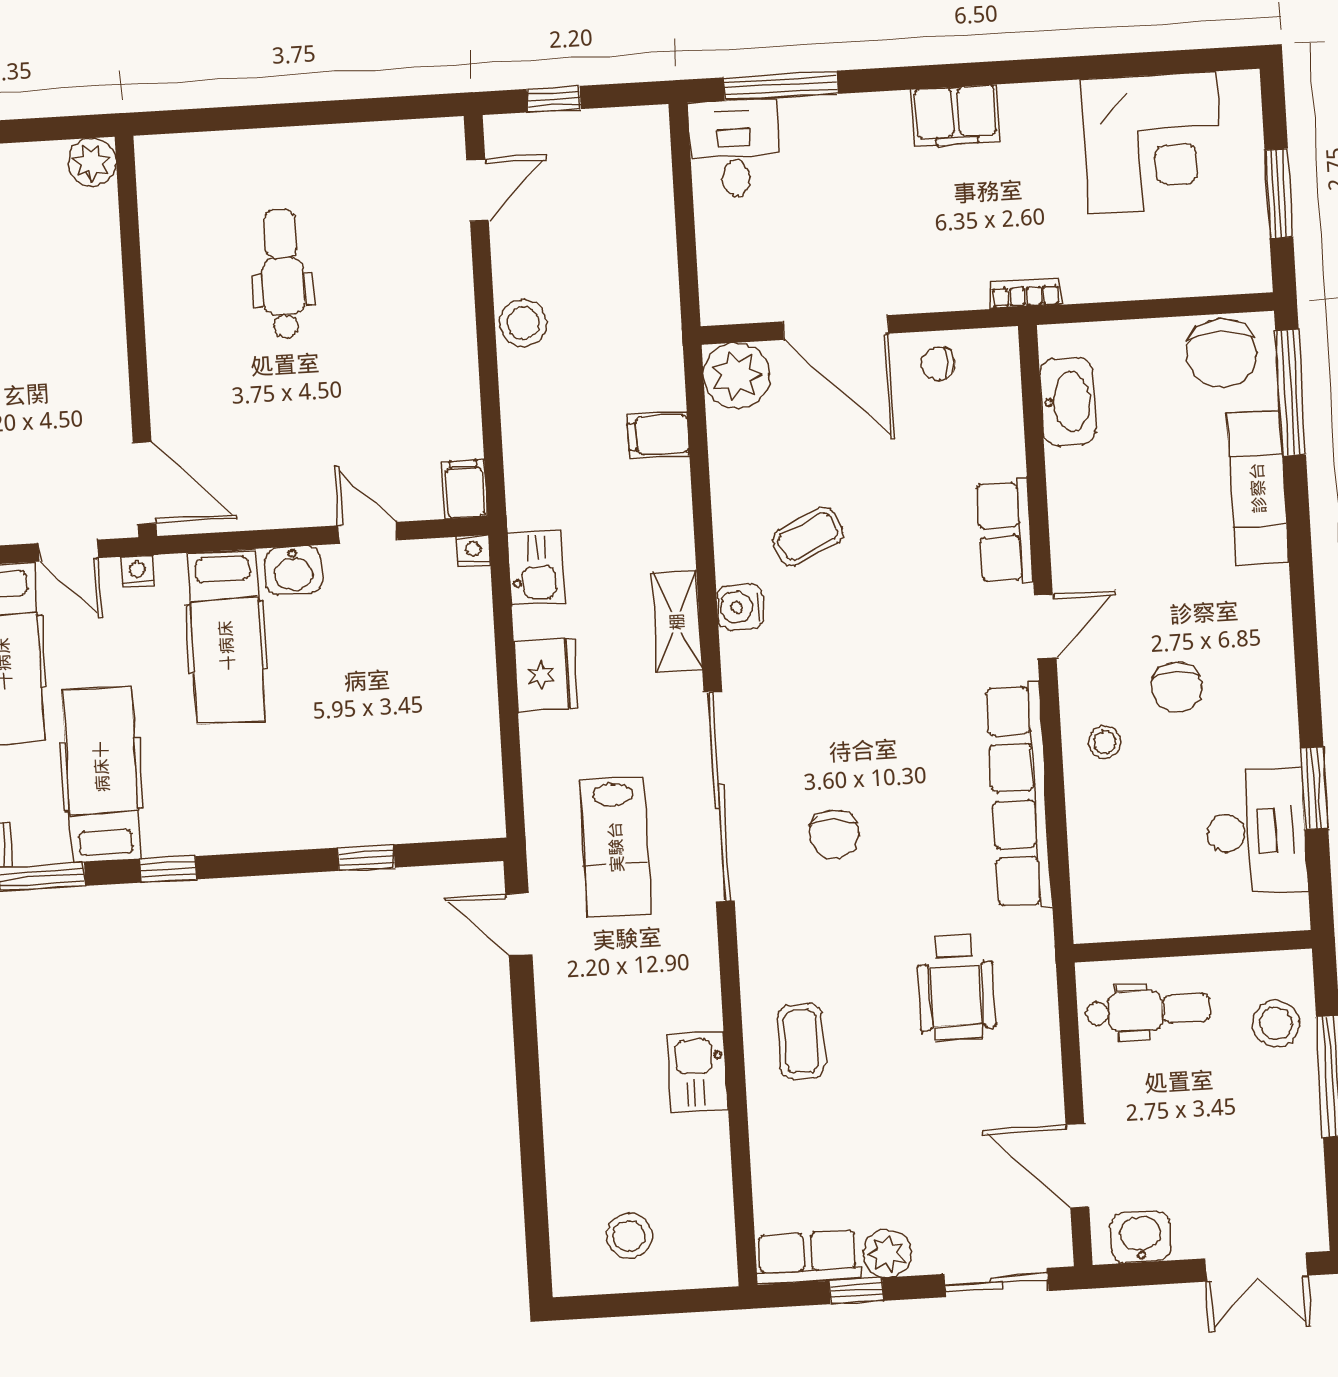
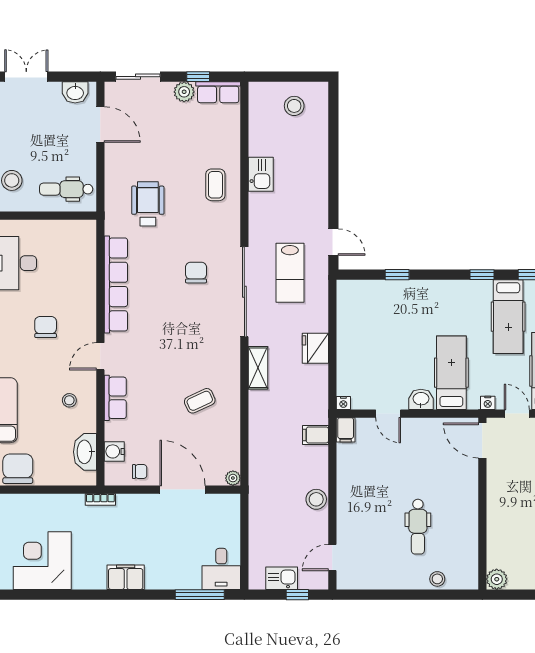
stool: (230, 155) -> (437, 579), added
plant: (736, 376) -> (233, 478), width x0.53, depth x0.53
filing cabinet: (658, 435) -> (316, 435), moved, turned 180
kitchen sink: (536, 568) -> (282, 578), moved, turned 90
water cooler: (740, 607) -> (114, 451), moved, turned 180
stool: (1105, 742) -> (69, 400), moved
lab bench: (616, 847) -> (290, 273), turned 180

